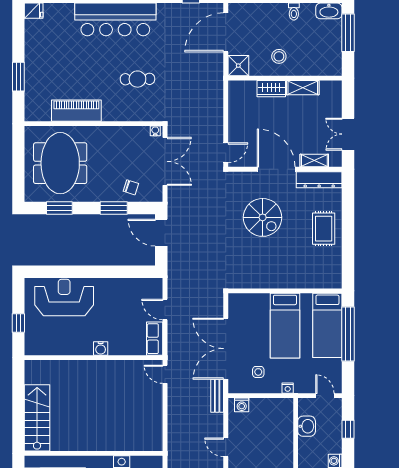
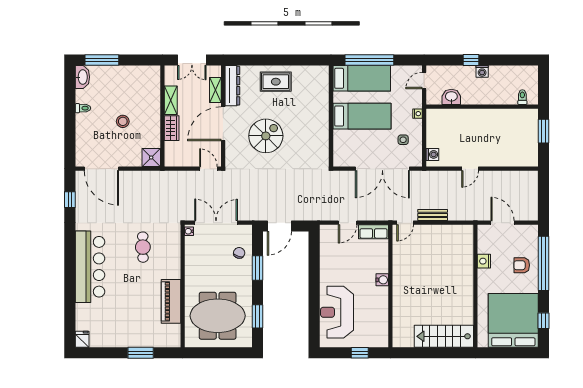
shower: (238, 66) -> (151, 157), moved
wall: (285, 78) -> (162, 116), moved
shelving: (303, 88) -> (171, 100), moved
wardrobe: (271, 89) -> (172, 128), moved
bench: (217, 396) -> (433, 215), moved
window: (348, 429) -> (471, 60), moved

